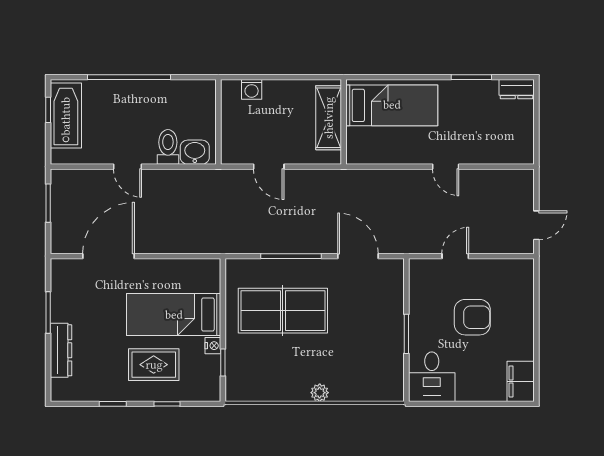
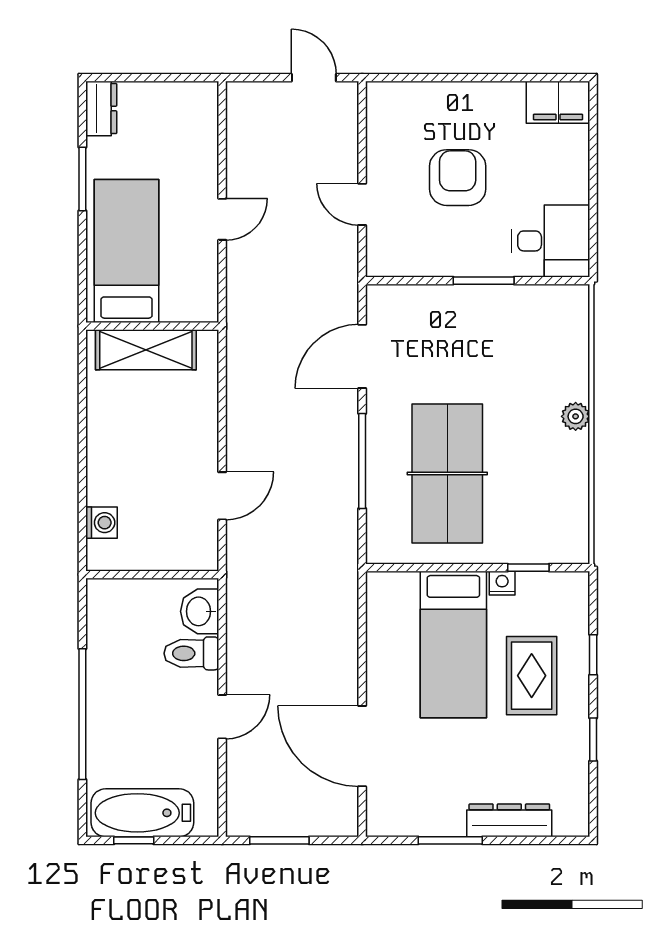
bed: (392, 105) -> (127, 251), moved
shelving: (329, 118) -> (146, 350), moved
wall: (344, 122) -> (152, 326), moved

